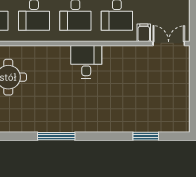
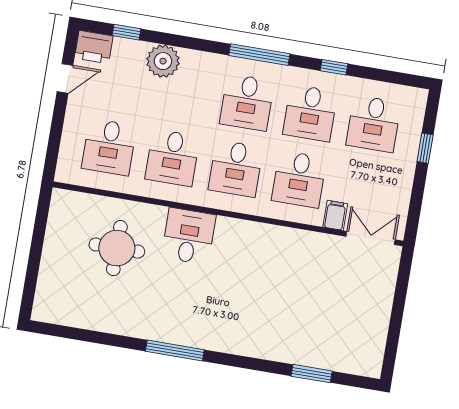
desk: (86, 62) -> (189, 236), moved

